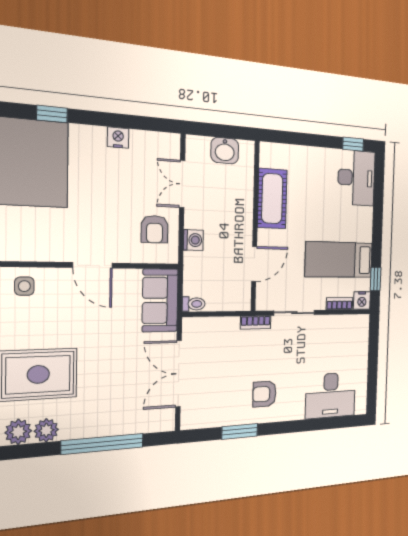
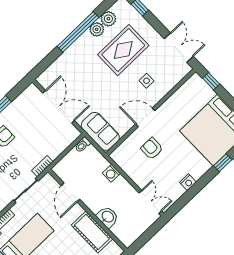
washbasin: (225, 151) -> (107, 217), moved, turned 90
double door: (182, 184) -> (150, 202), moved
armchair: (155, 229) -> (152, 149), moved
side table: (24, 286) -> (147, 81), moved
window: (103, 444) -> (78, 32), moved

